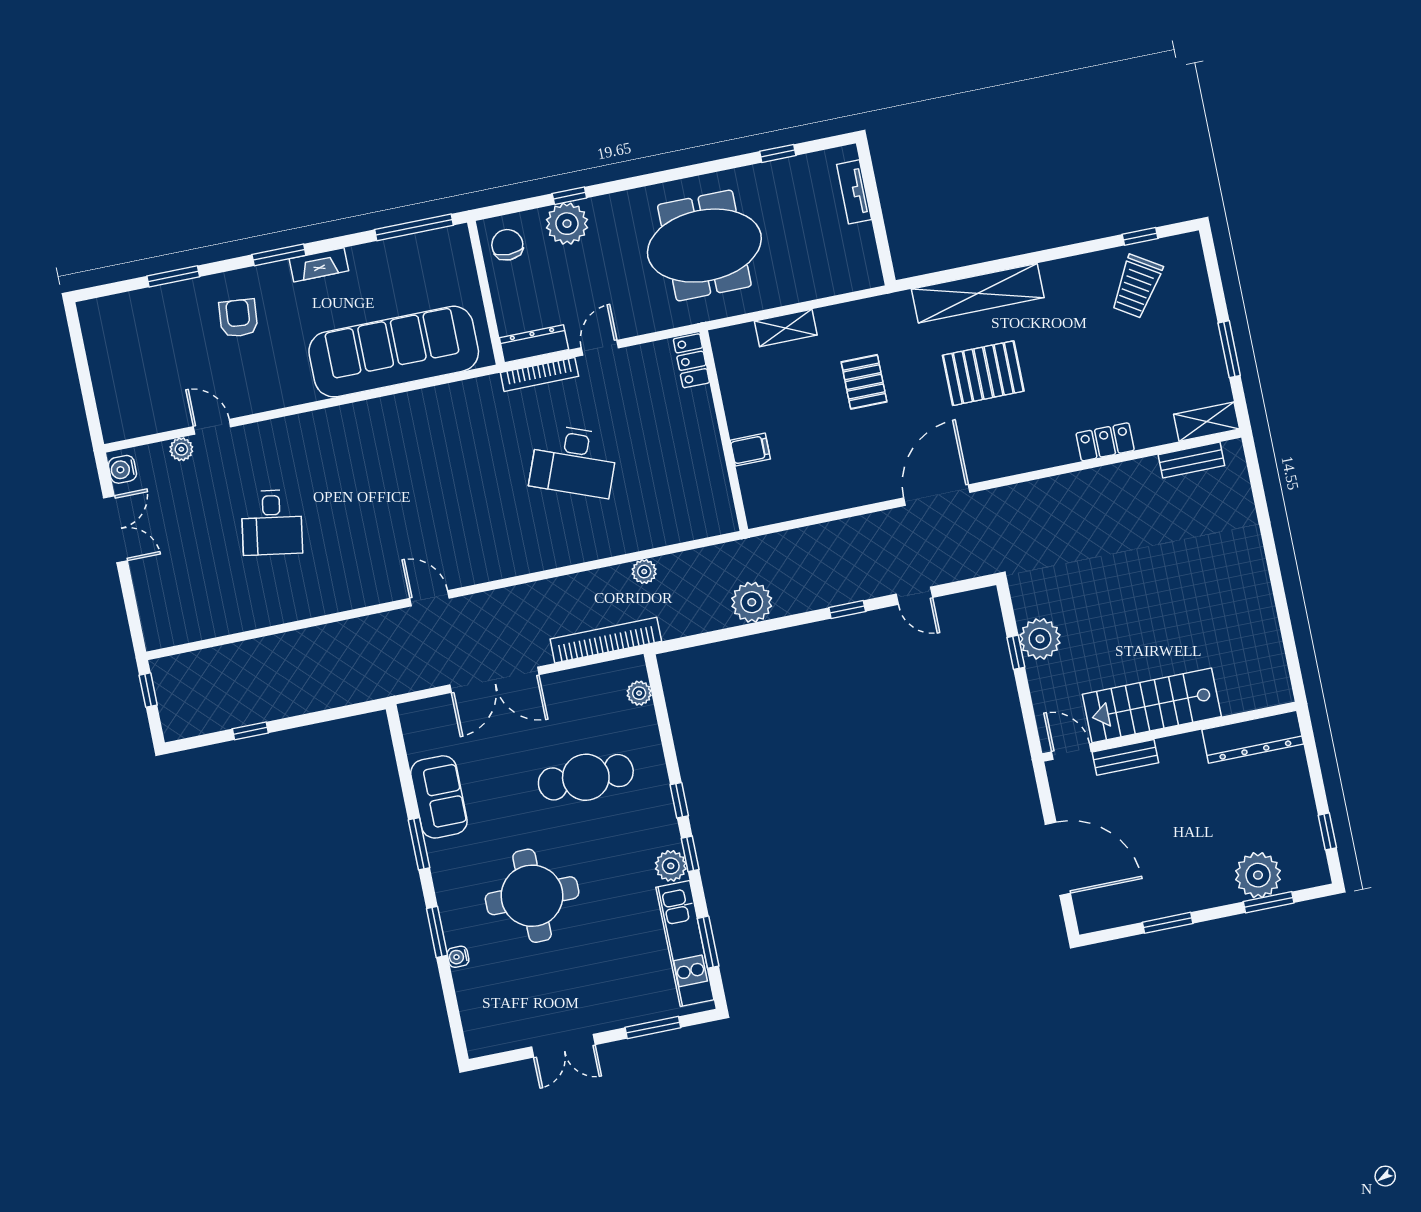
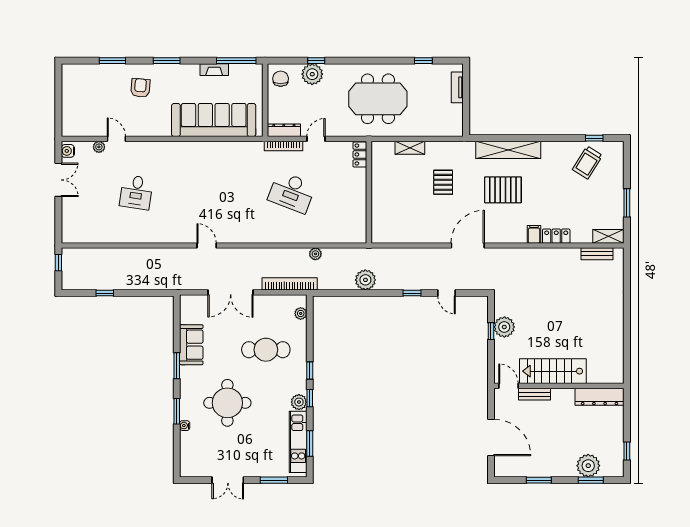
fireplace: (319, 265) -> (214, 70), moved
filing cabinet: (750, 450) -> (534, 234), moved, turned -90

